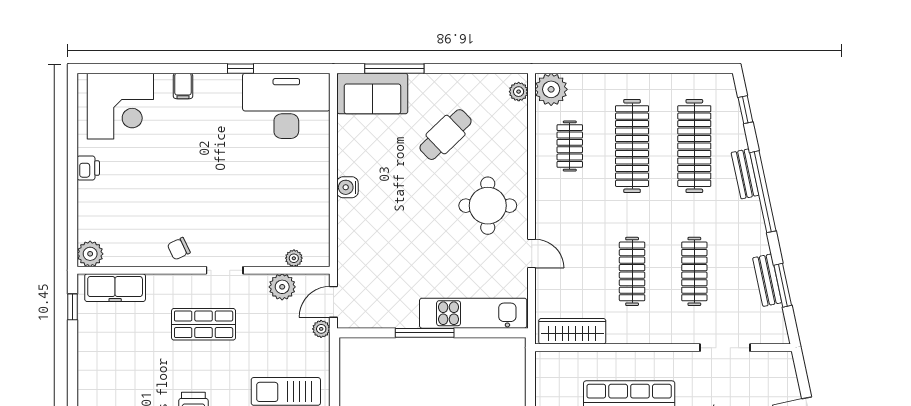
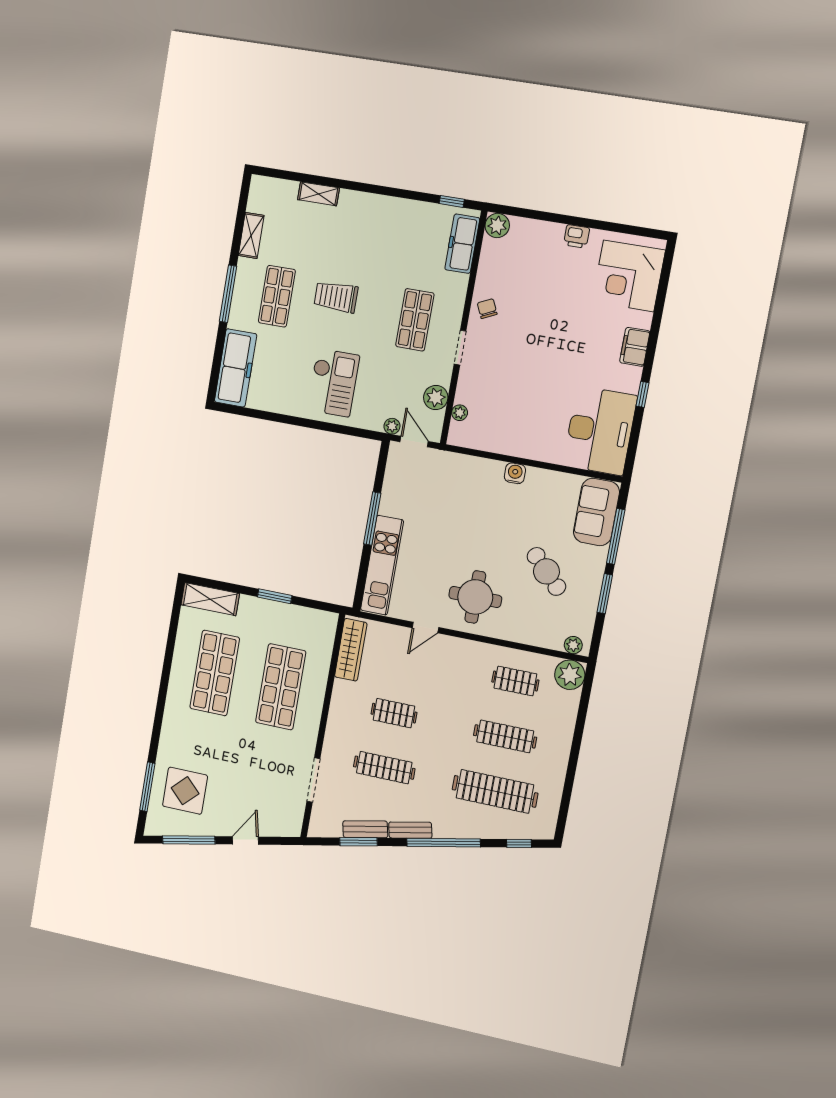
window: (457, 69) -> (605, 594), added
filing cabinet: (183, 86) -> (635, 347), width x2.00
clothes rail: (632, 146) -> (505, 736), width x0.73, depth x0.76
bench: (745, 174) -> (410, 830), moved
clothes rail: (632, 271) -> (394, 713), width x0.73

